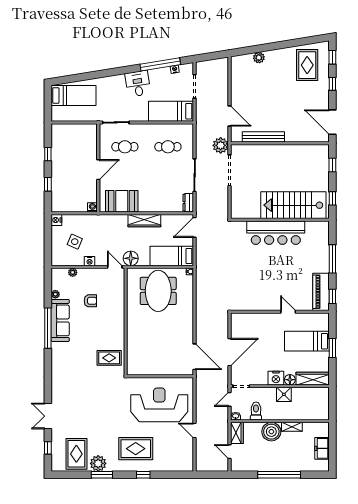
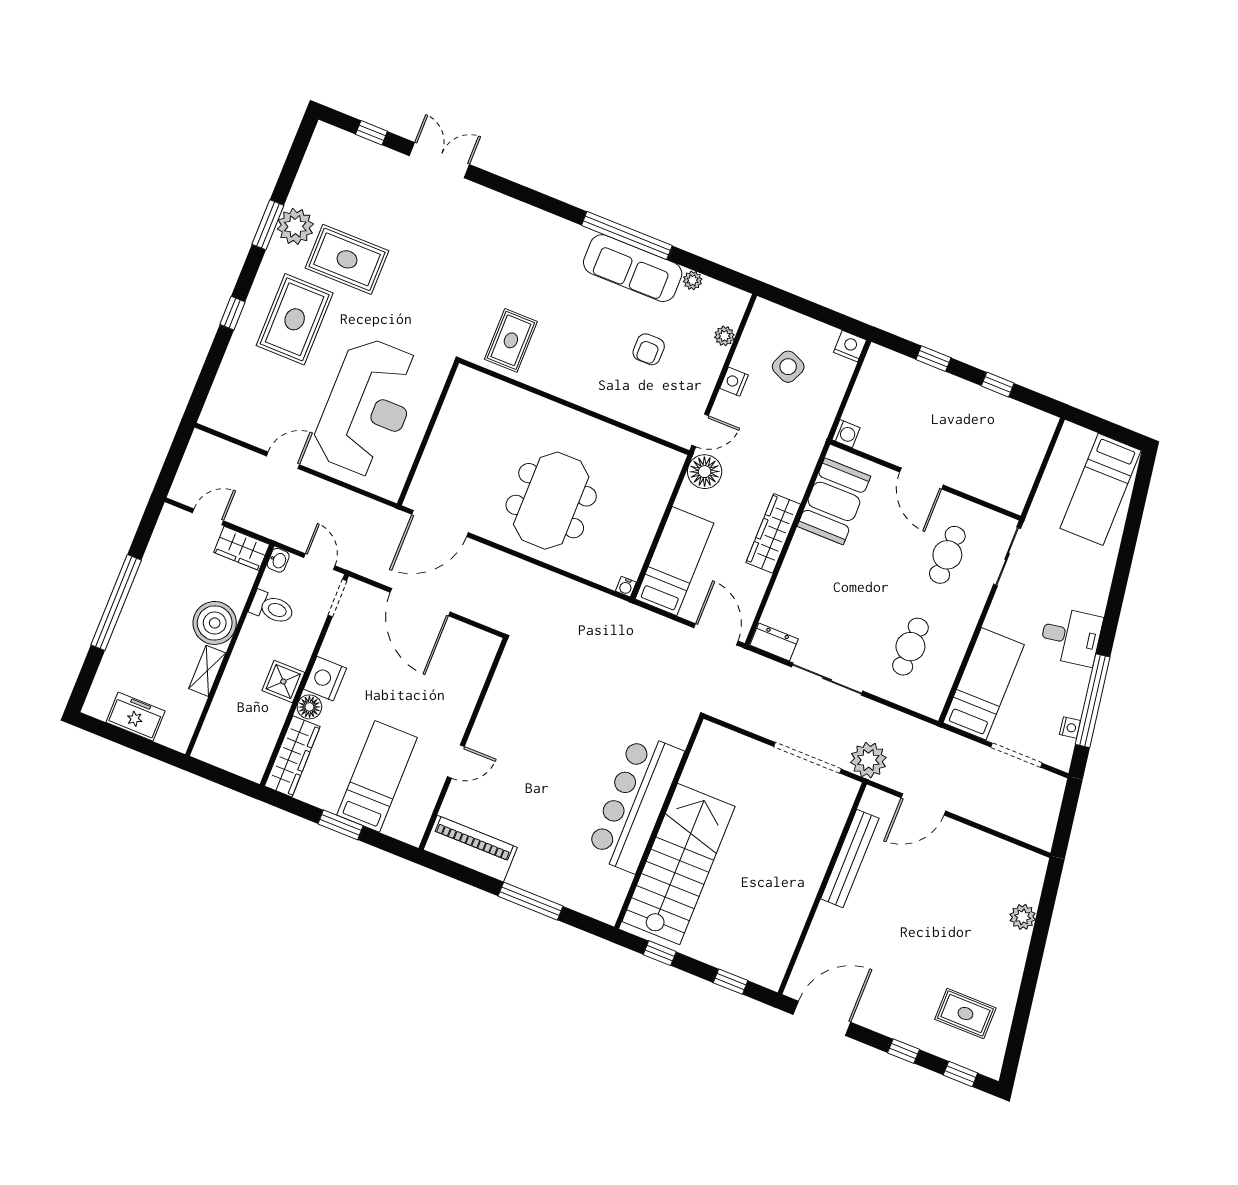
rug: (307, 65) -> (965, 1014), width x0.73, depth x0.70
meeting table: (158, 291) -> (551, 501), moved, turned 90
window: (332, 296) -> (450, 869), removed
rug: (76, 454) -> (347, 259), moved

